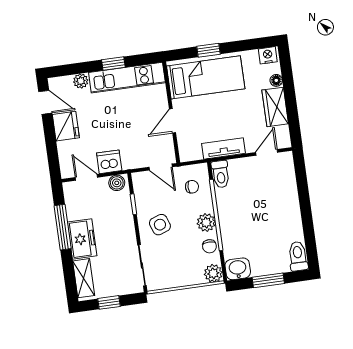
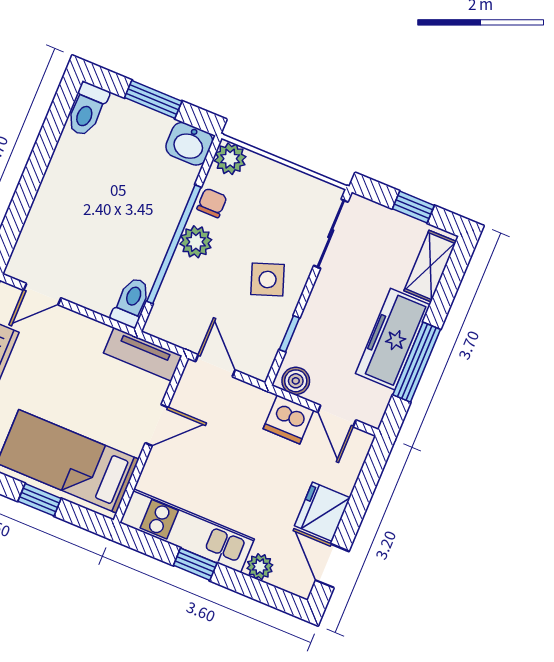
tv unit: (224, 148) -> (143, 354), moved
chair: (192, 187) -> (186, 308), removed
freezer: (82, 239) -> (393, 339), width x1.40

